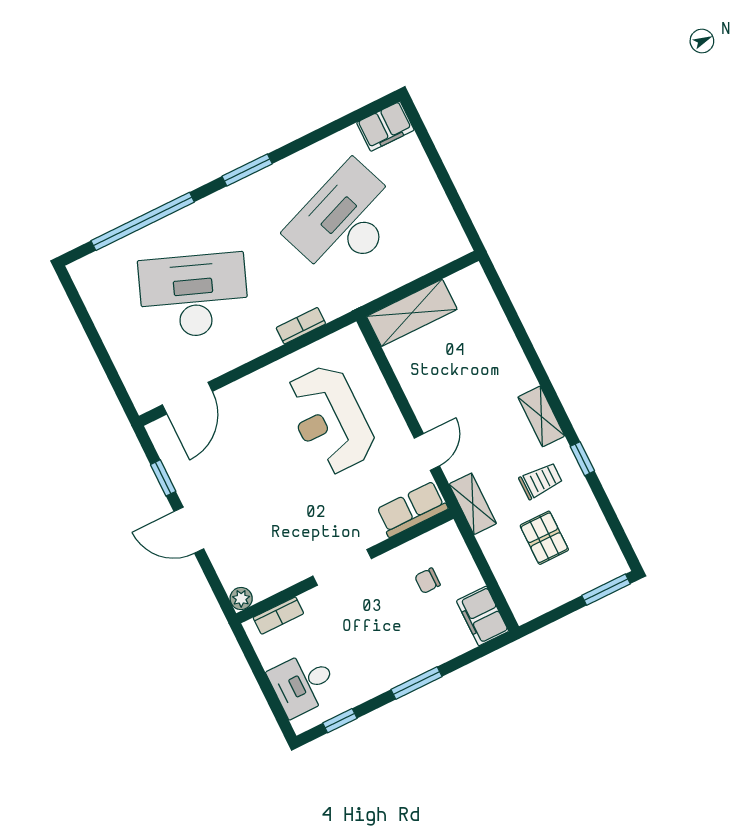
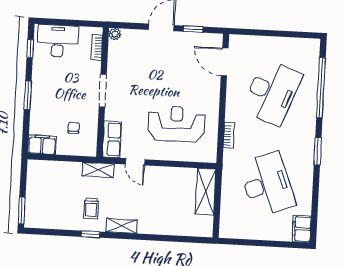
pallet: (544, 538) -> (63, 195), removed
desk: (303, 684) -> (58, 41), width x1.37

